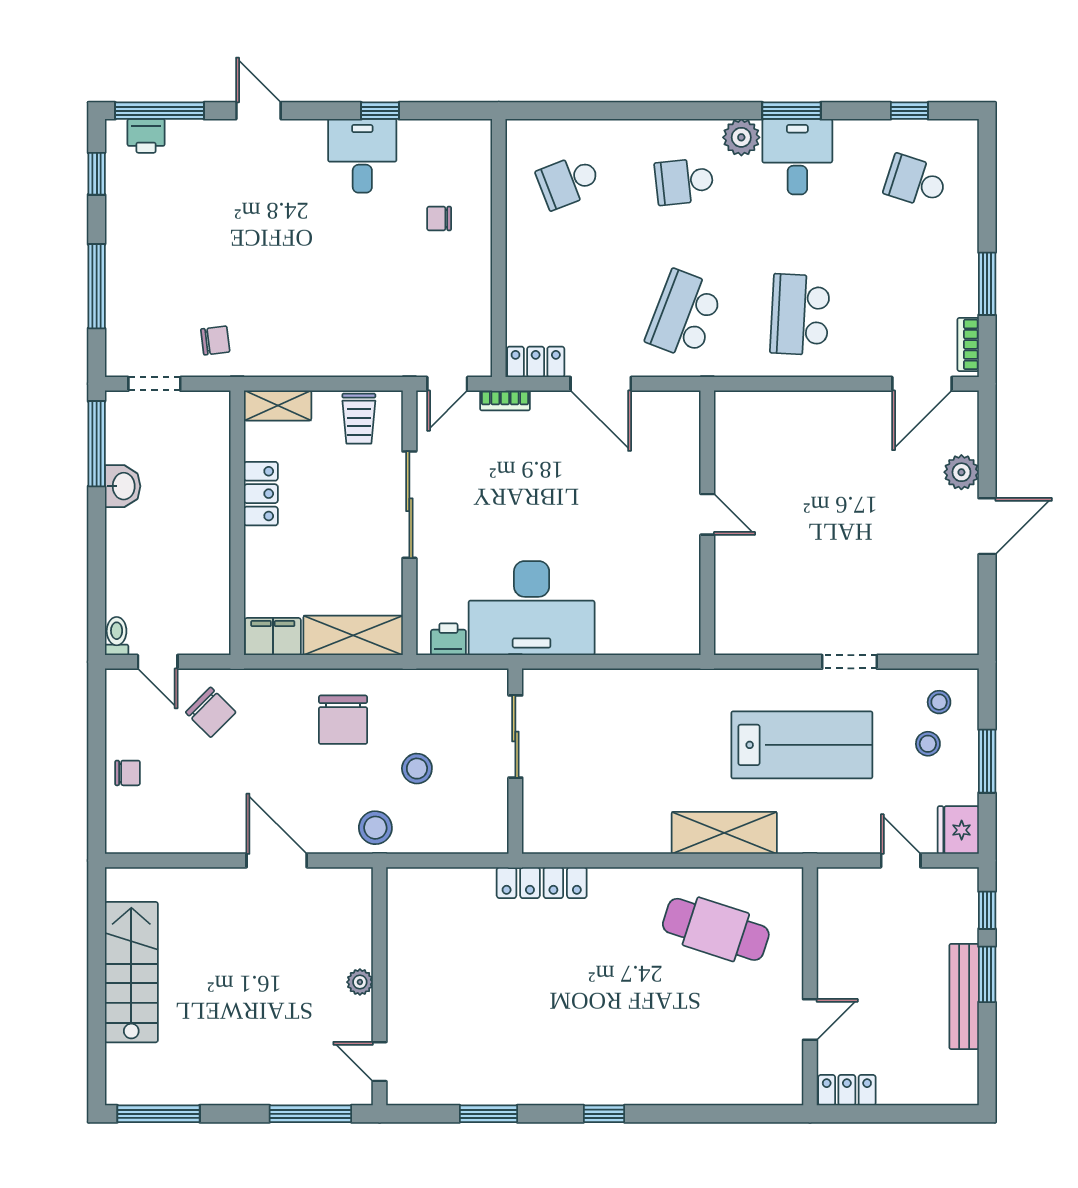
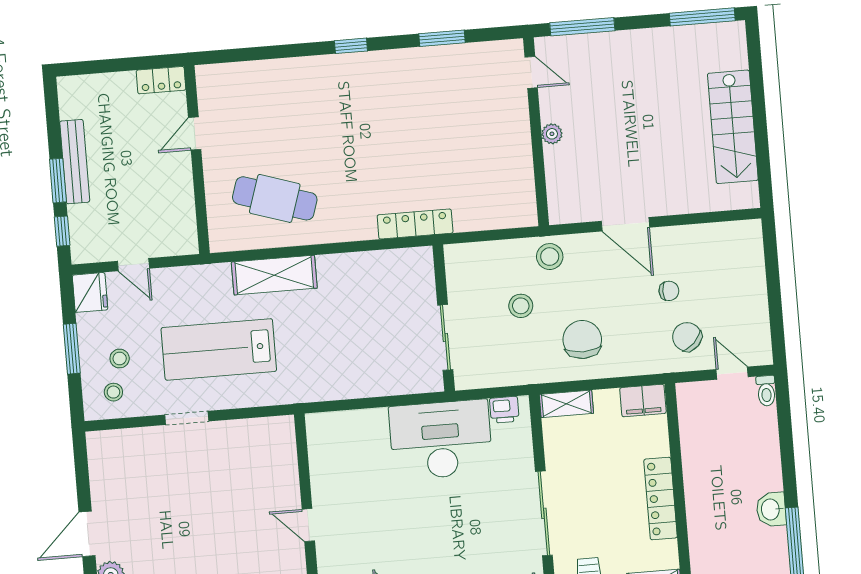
locker: (261, 494) -> (661, 499), width x1.53
shelving: (353, 635) -> (566, 404), width x0.67, depth x0.75
chair: (128, 773) -> (669, 291), moved, turned 180

